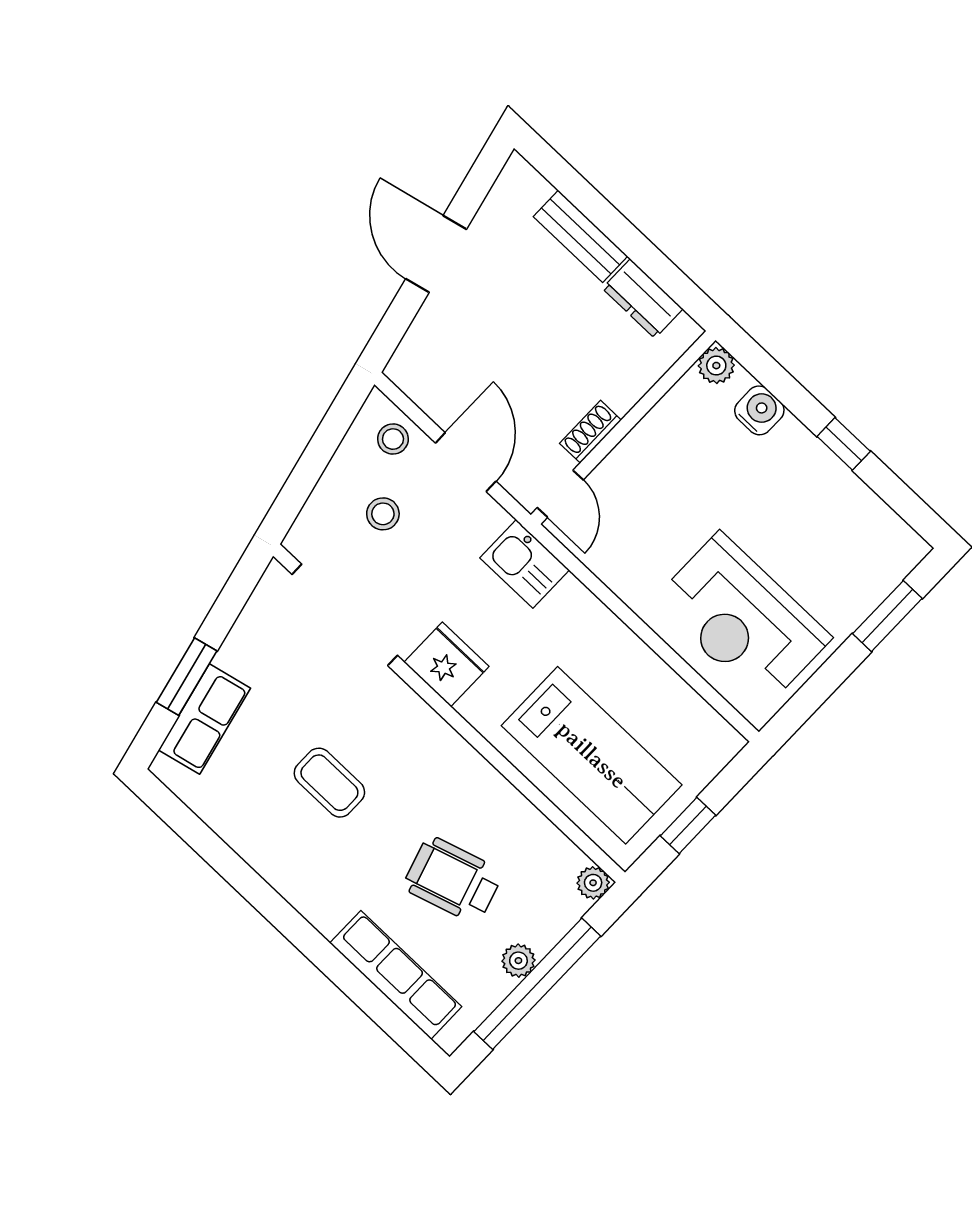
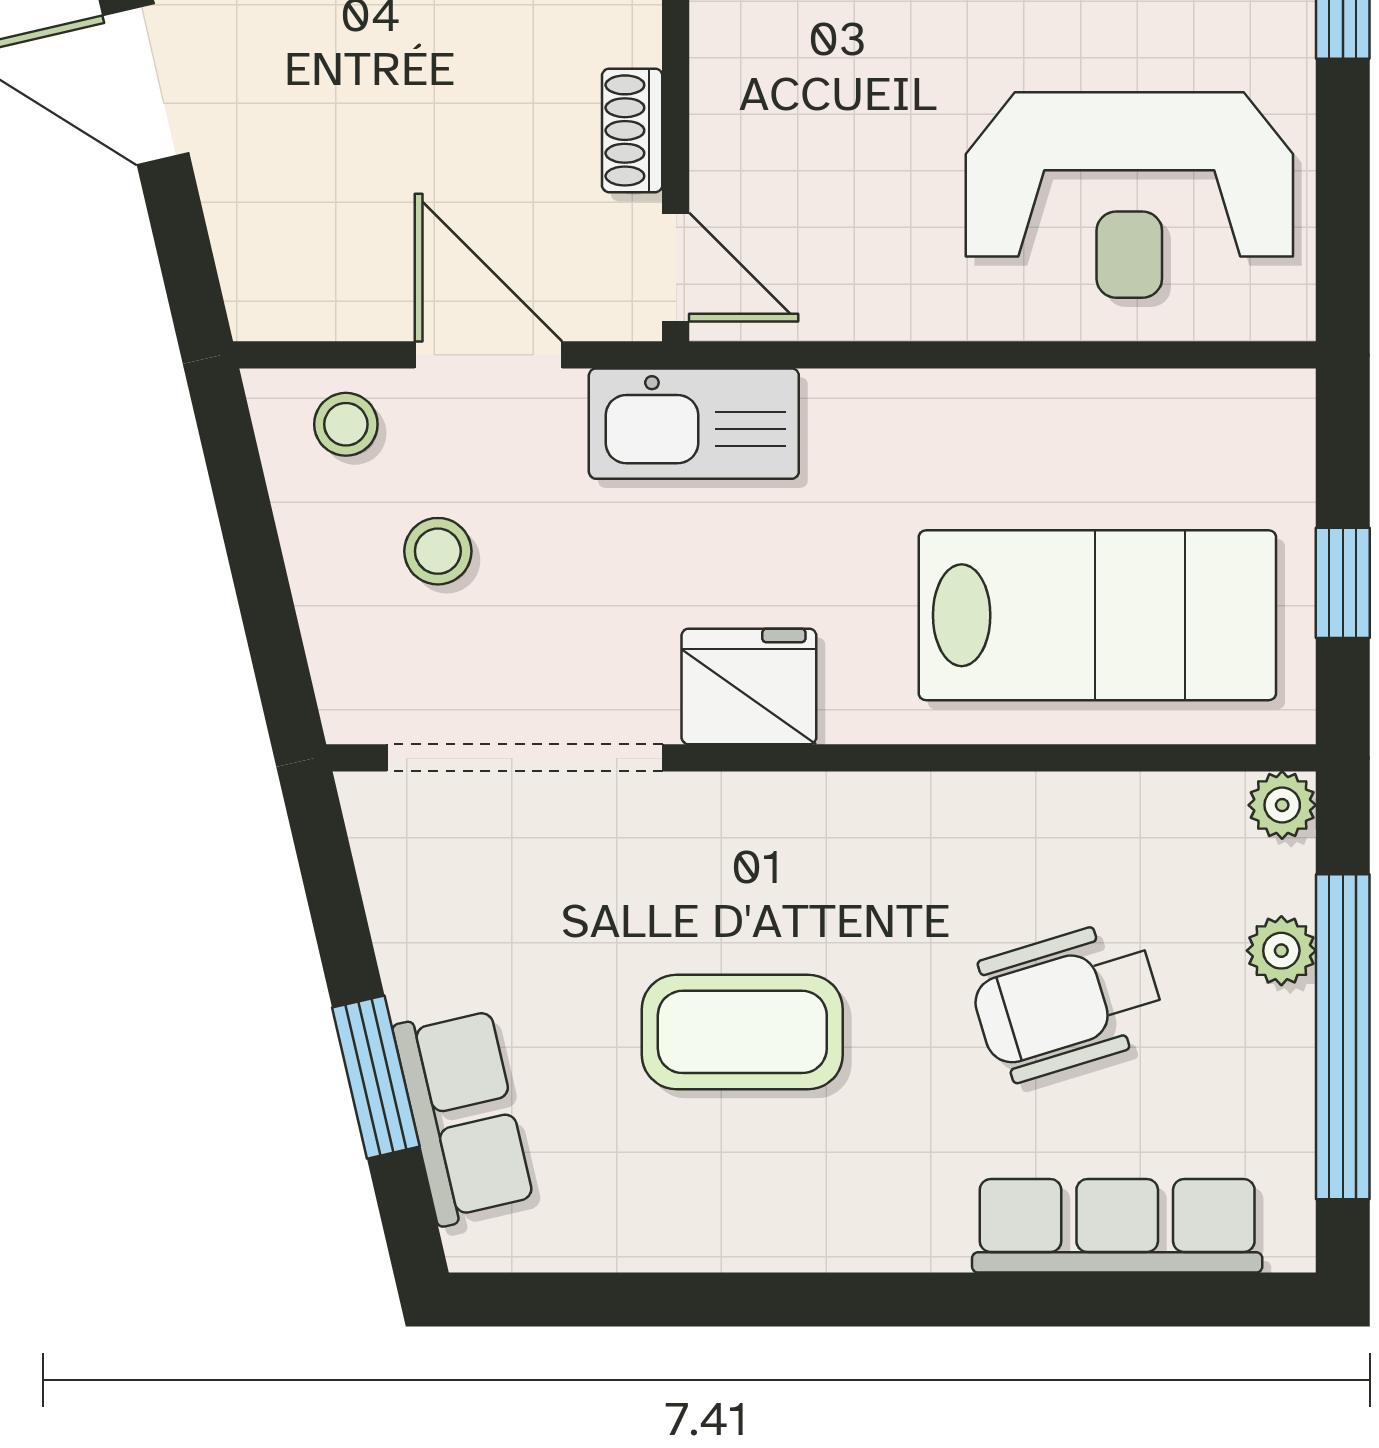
kitchen sink: (525, 564) -> (694, 424), width x1.38
coffee table: (329, 783) -> (742, 1032), width x1.36, depth x1.30
plant: (518, 961) -> (1281, 951), moved

